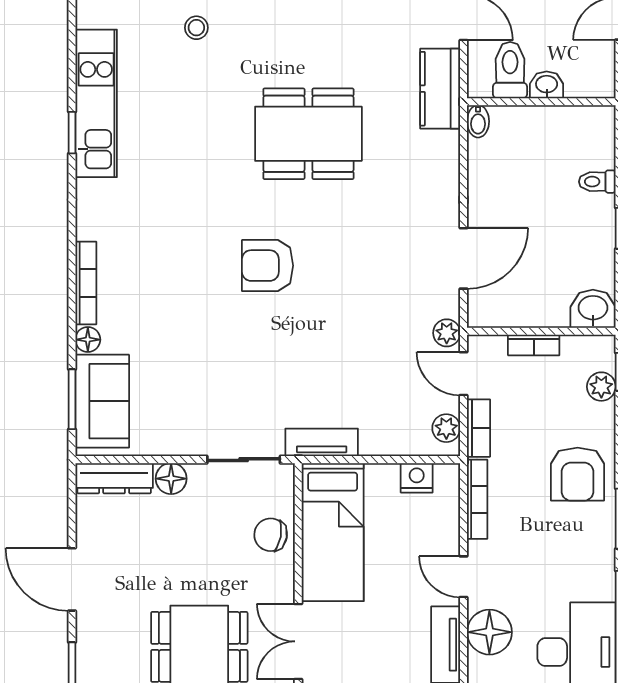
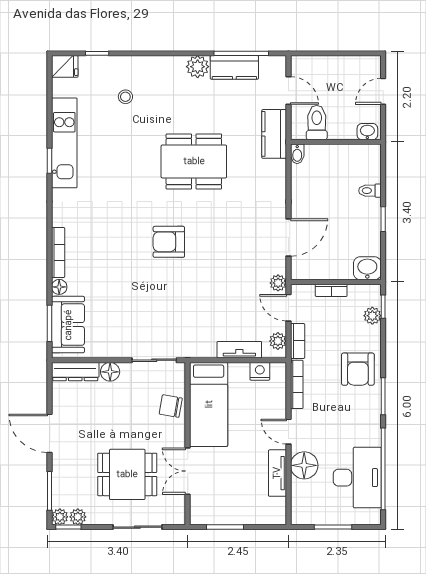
washbasin: (547, 85) -> (367, 132), moved
tv unit: (322, 442) -> (239, 350), moved

